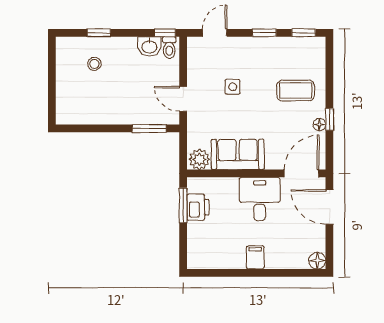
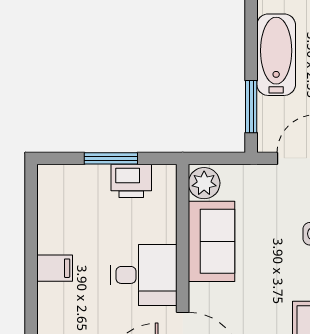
bathtub: (115, 112) -> (276, 55), added
window: (183, 205) -> (111, 158), moved

